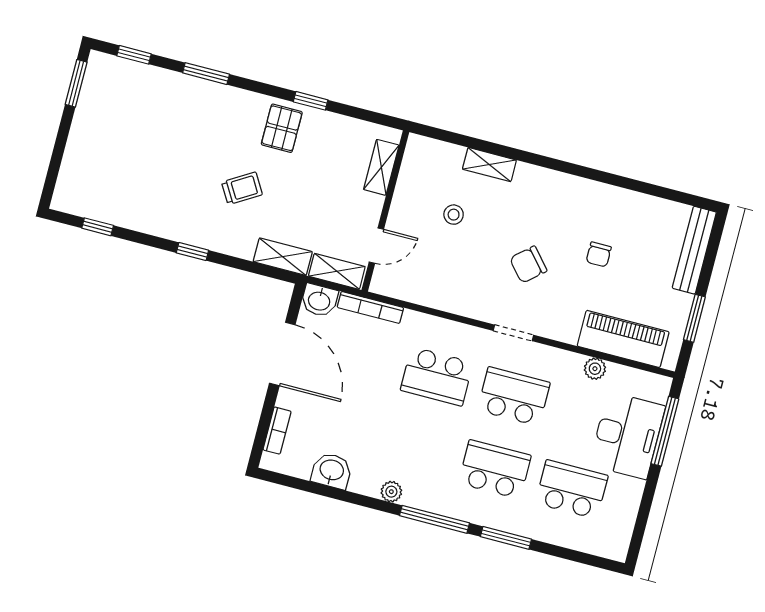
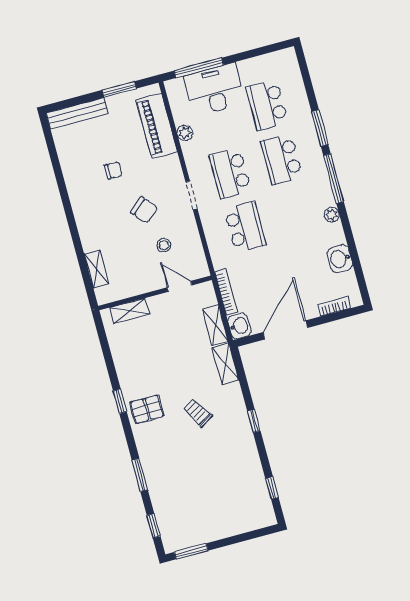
shelving: (381, 167) -> (130, 311), moved
wall: (385, 211) -> (155, 293), moved
stool: (454, 215) -> (164, 245), moved
door: (376, 246) -> (179, 286), moved

